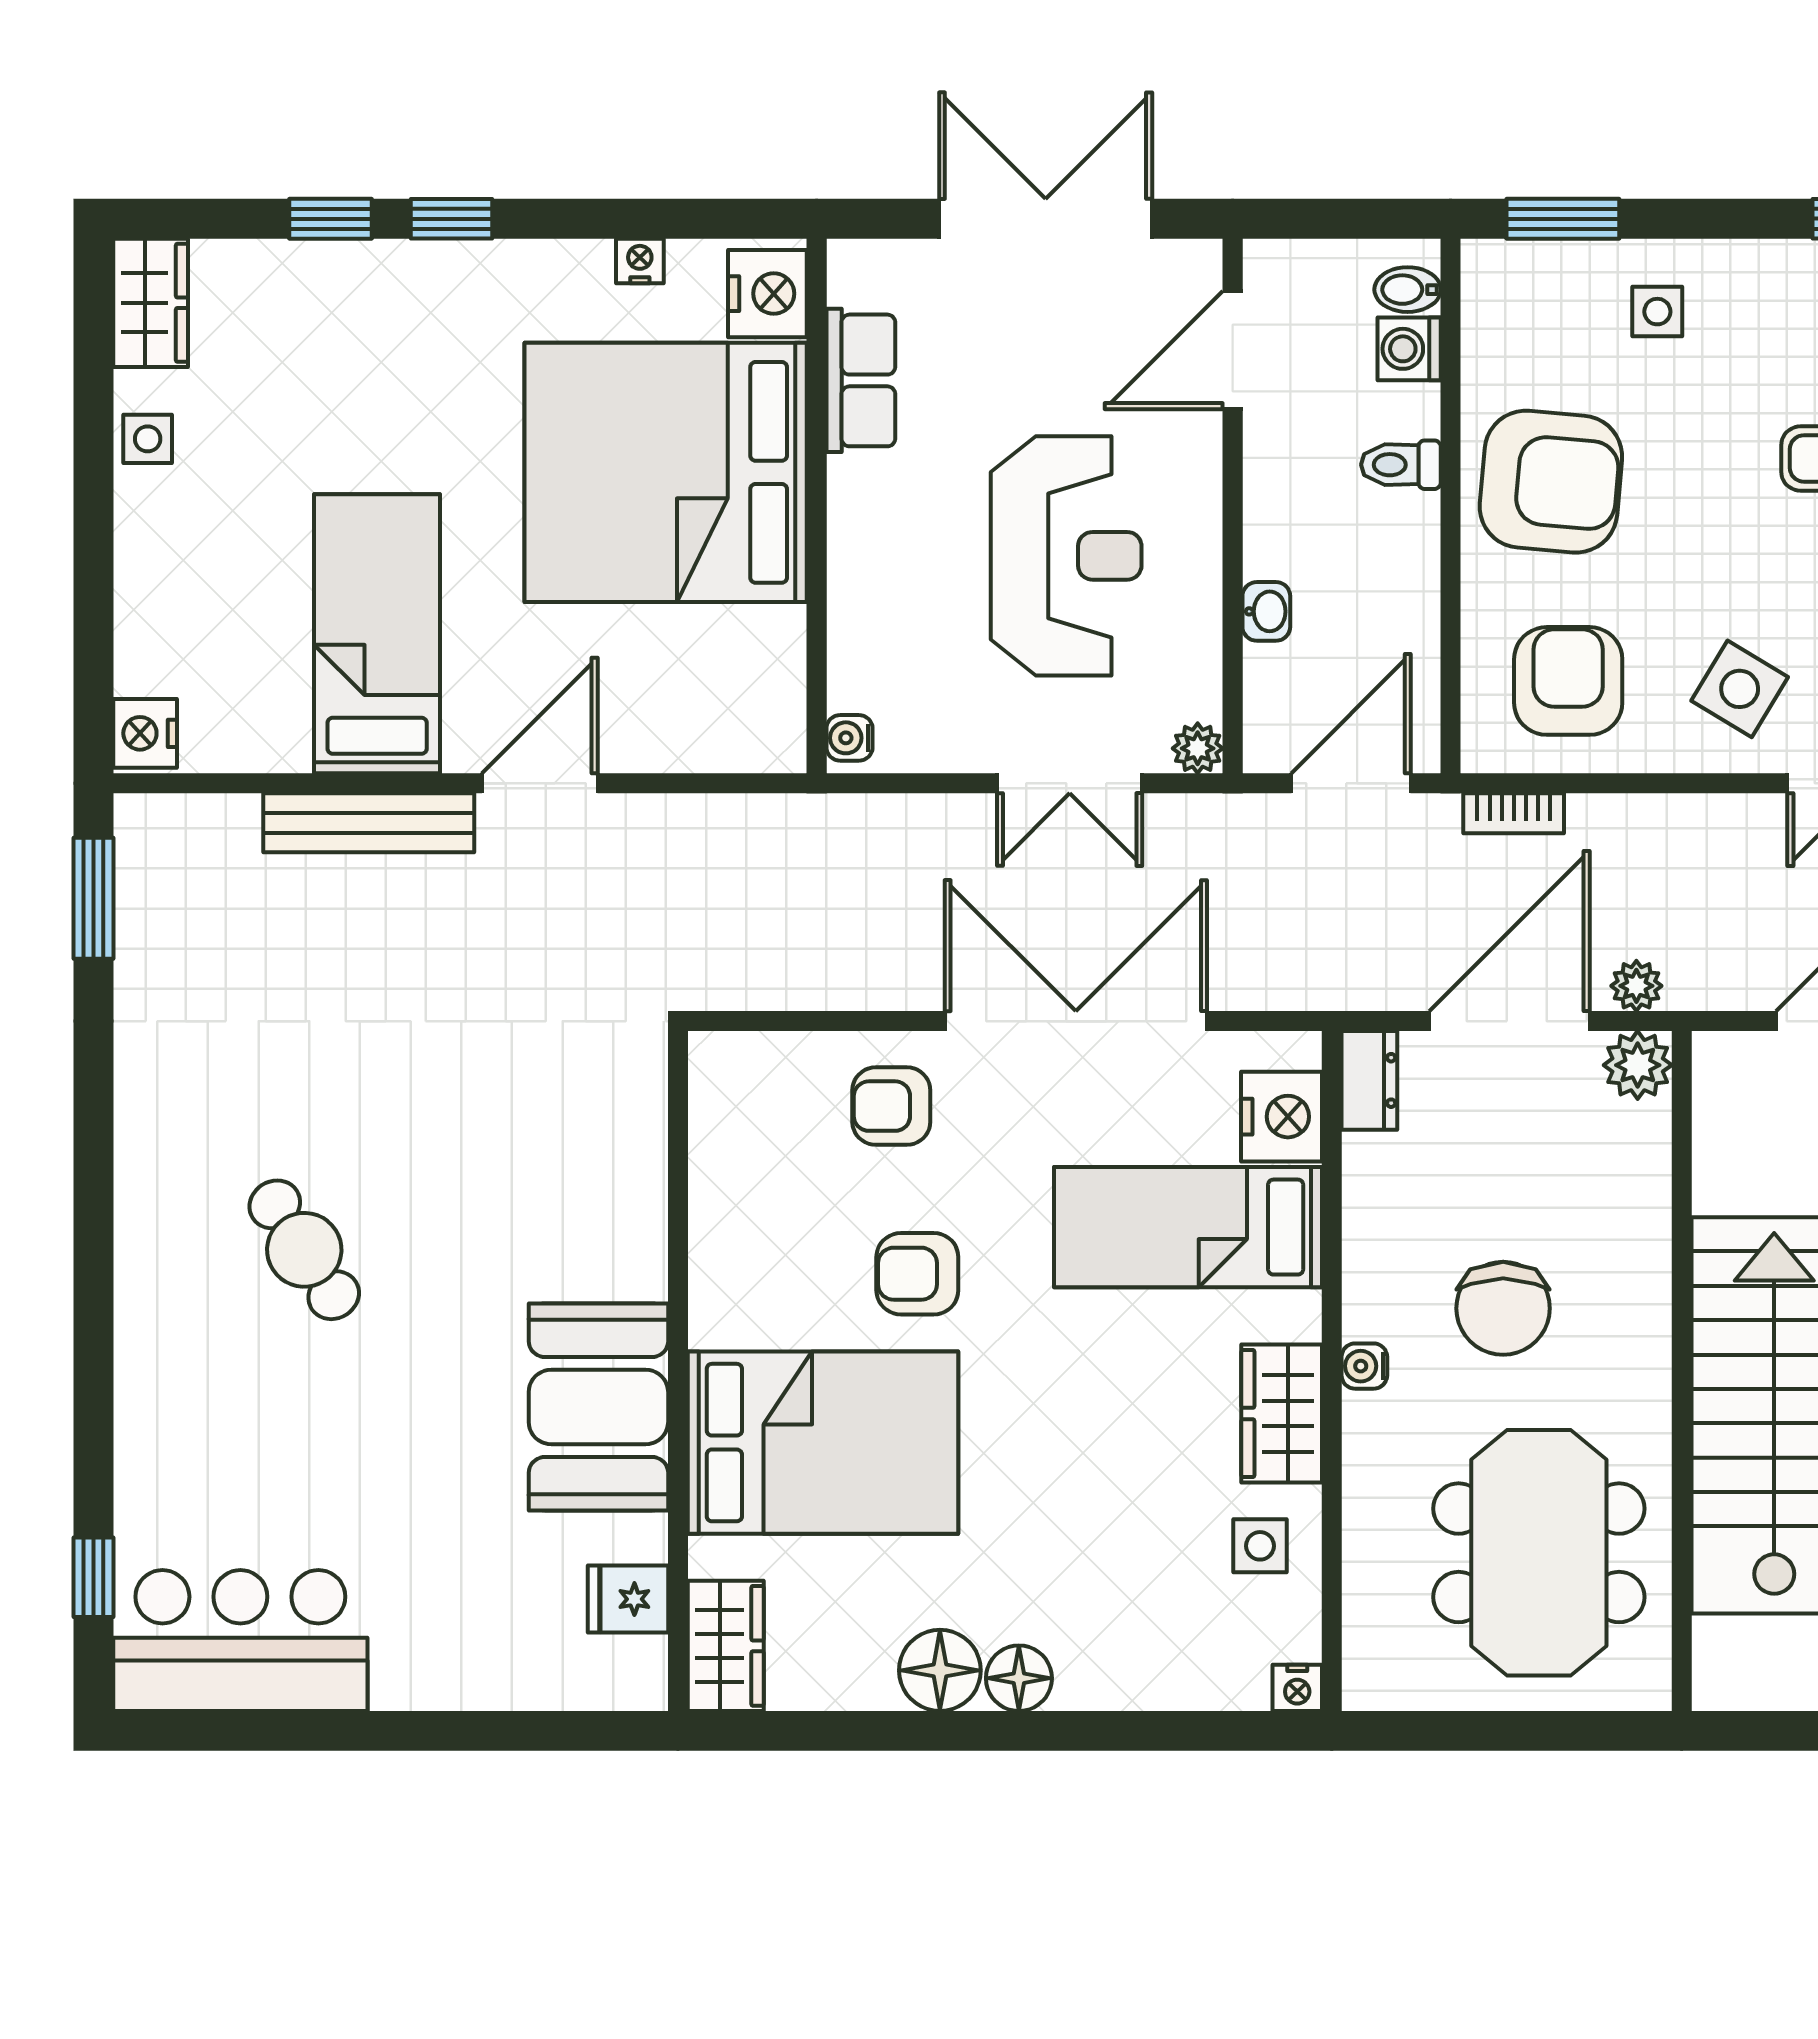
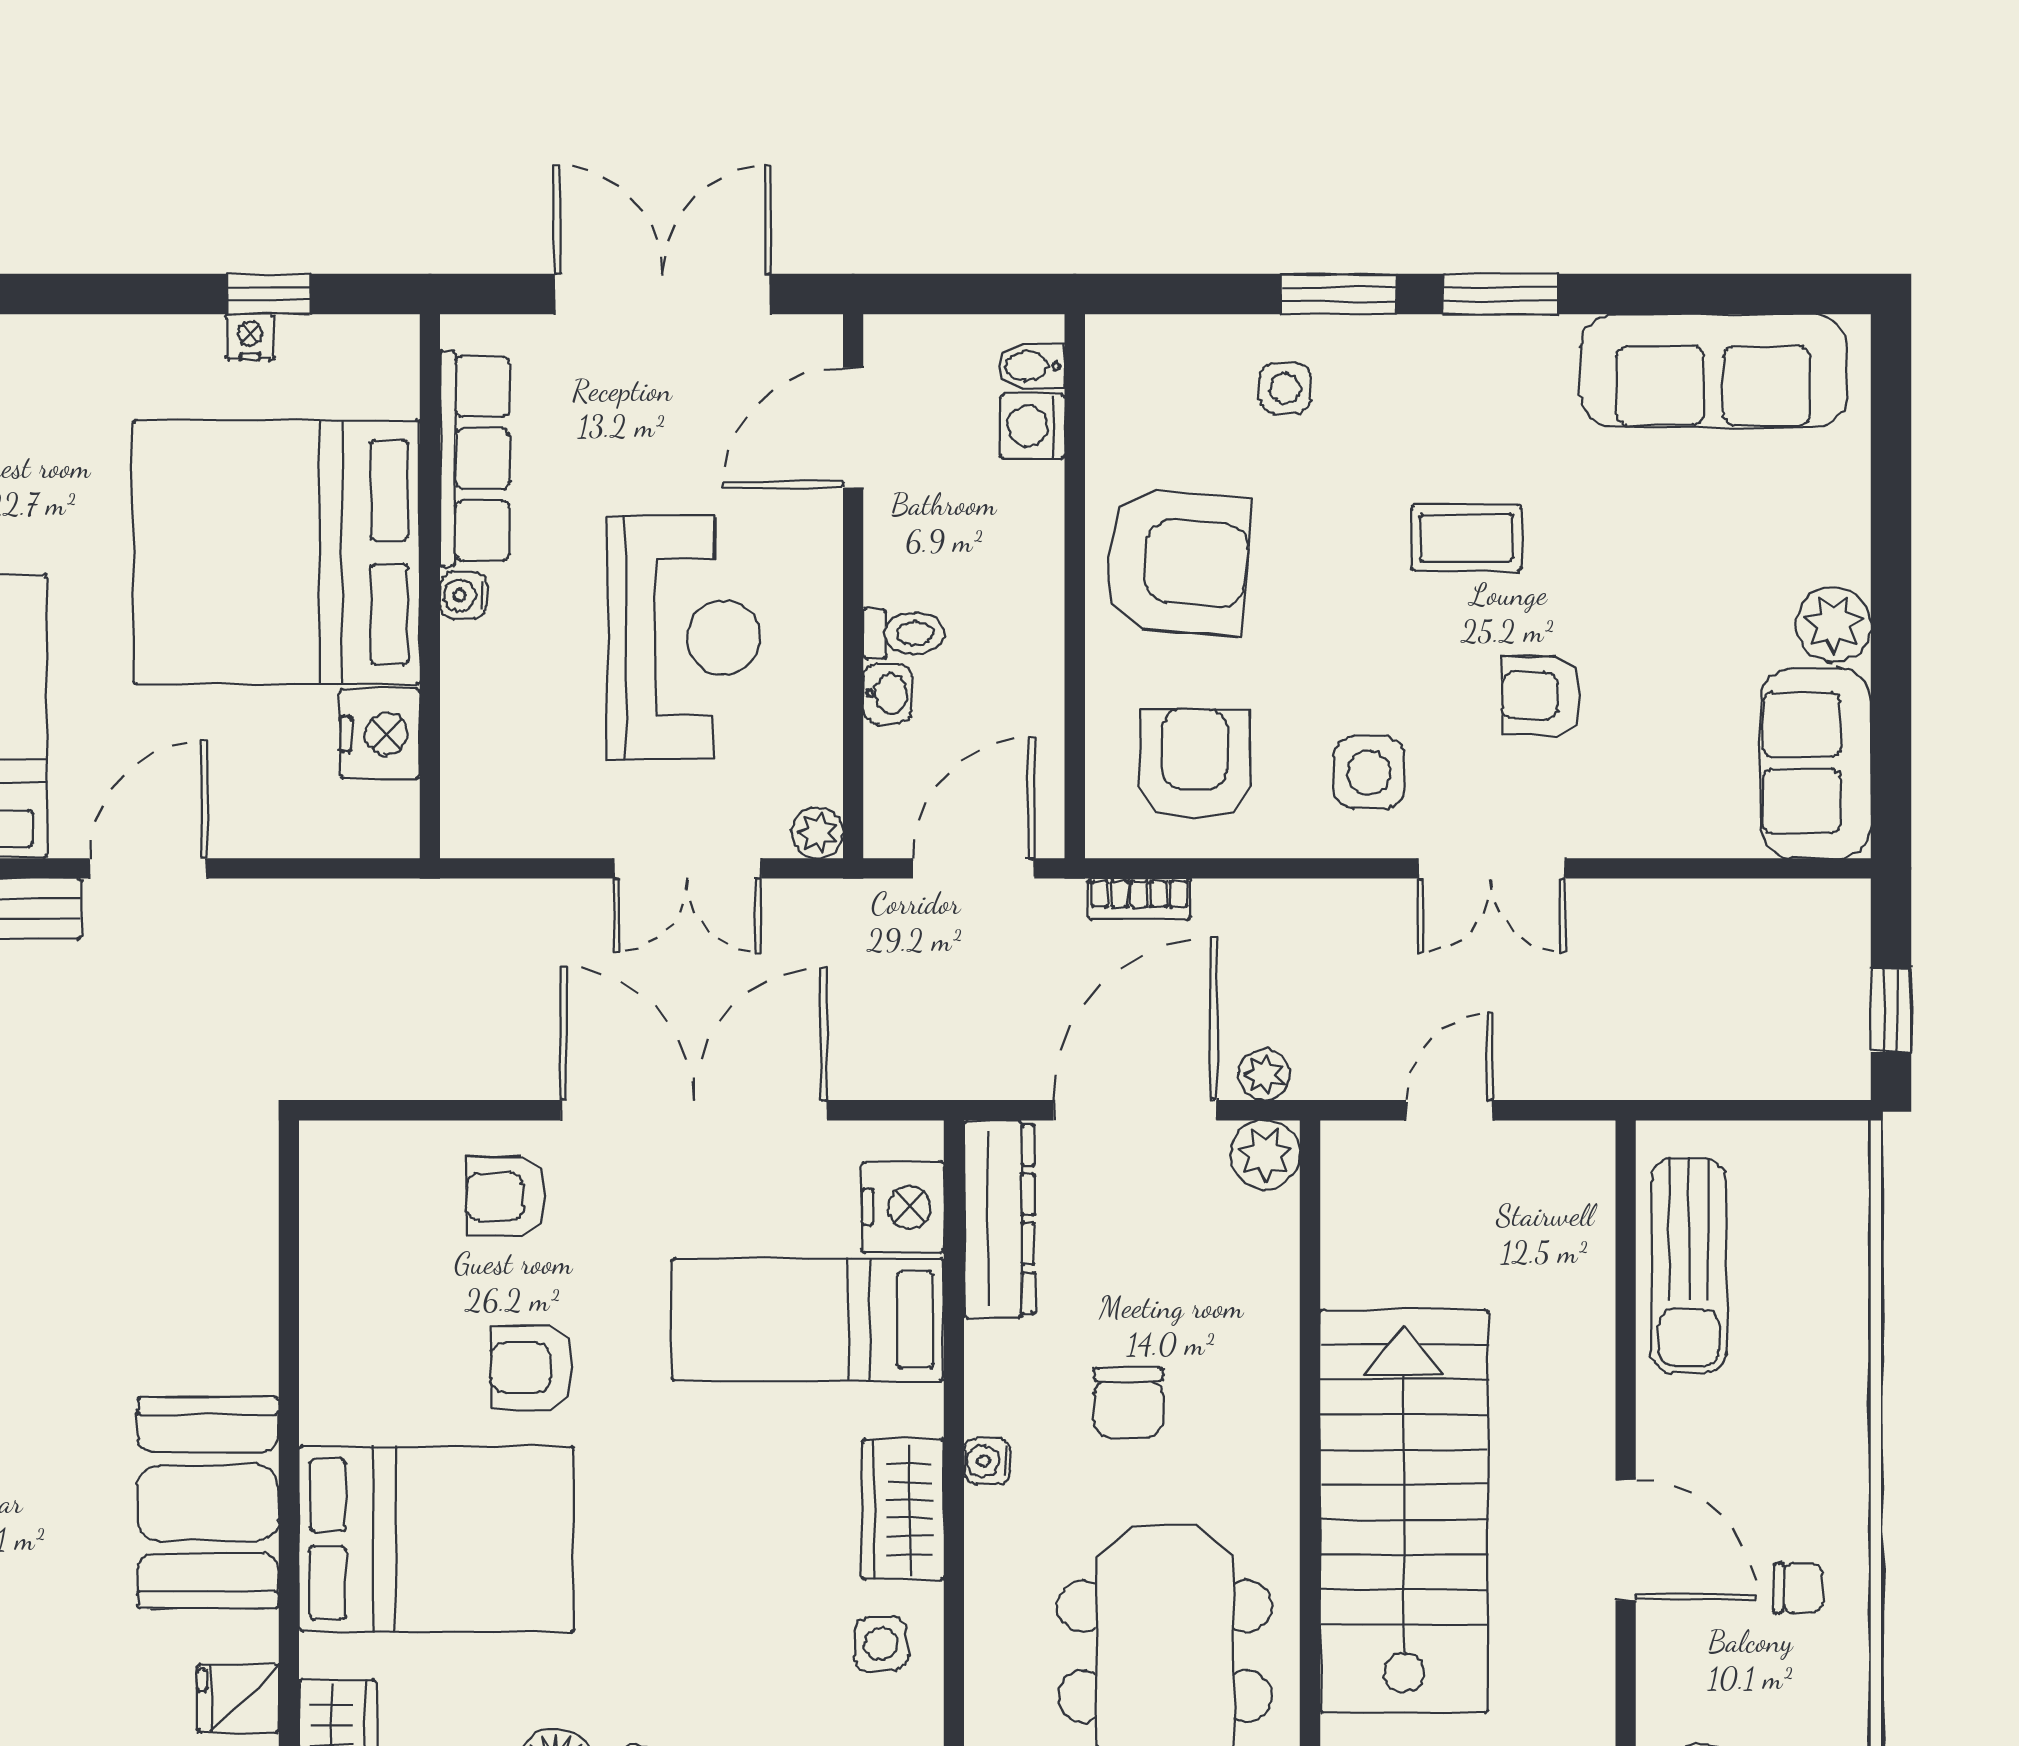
window: (452, 219) -> (269, 294), moved
window: (1563, 219) -> (1339, 294), moved
nightstand: (767, 294) -> (380, 734), moved
row of seats: (861, 380) -> (475, 459), width x1.48
toilet: (1401, 465) -> (904, 633), moved, turned 180
side table: (1740, 689) -> (1369, 772), turned -31
water cooler: (849, 738) -> (463, 595), moved
dresser: (1369, 1080) -> (999, 1219), width x1.96, depth x1.24
chair: (1503, 1308) -> (1128, 1402), width x0.73, depth x0.73

